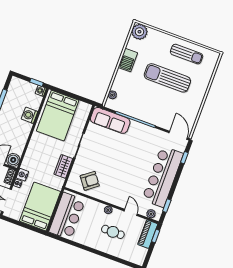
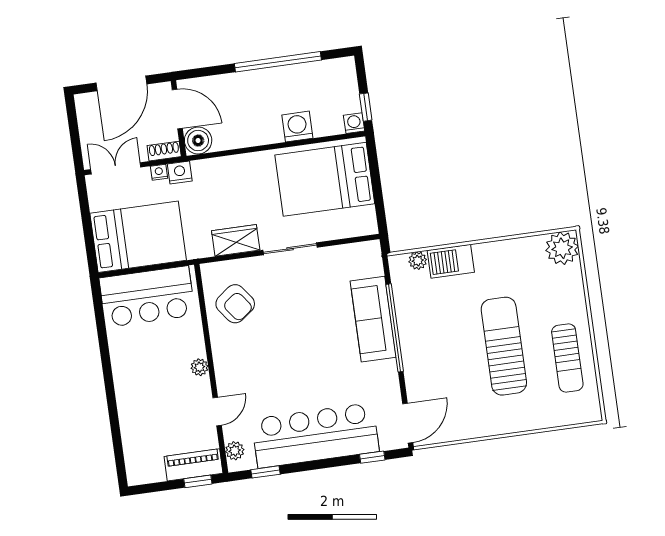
barbecue: (128, 60) -> (451, 261), moved
sofa: (110, 120) -> (373, 319), moved
cafe table: (113, 232) -> (163, 398), removed

